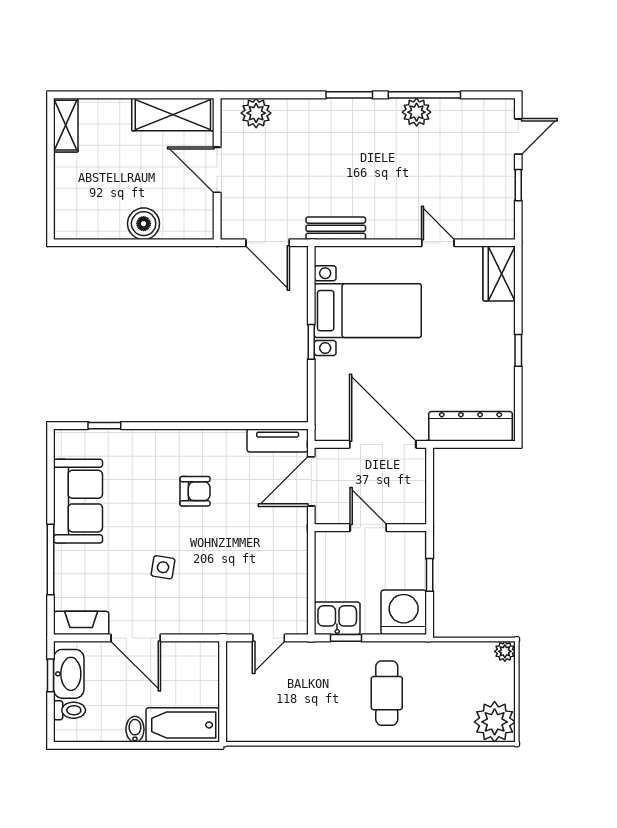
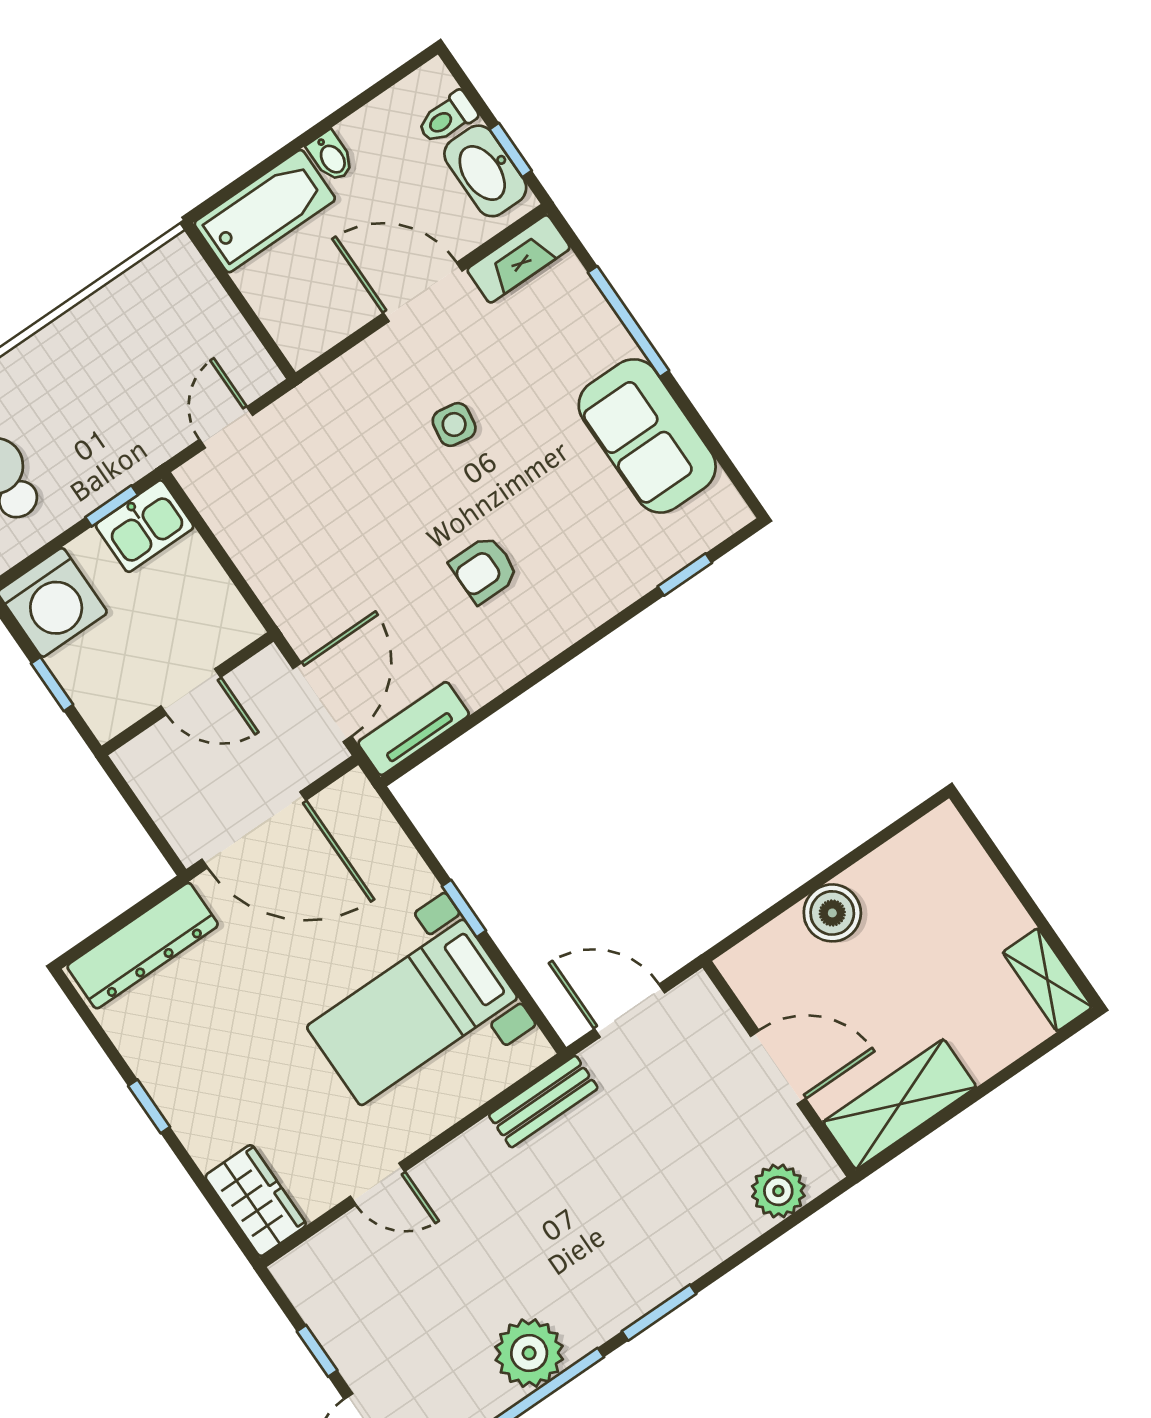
plant: (417, 112) -> (529, 1353), width x1.36, depth x1.36

